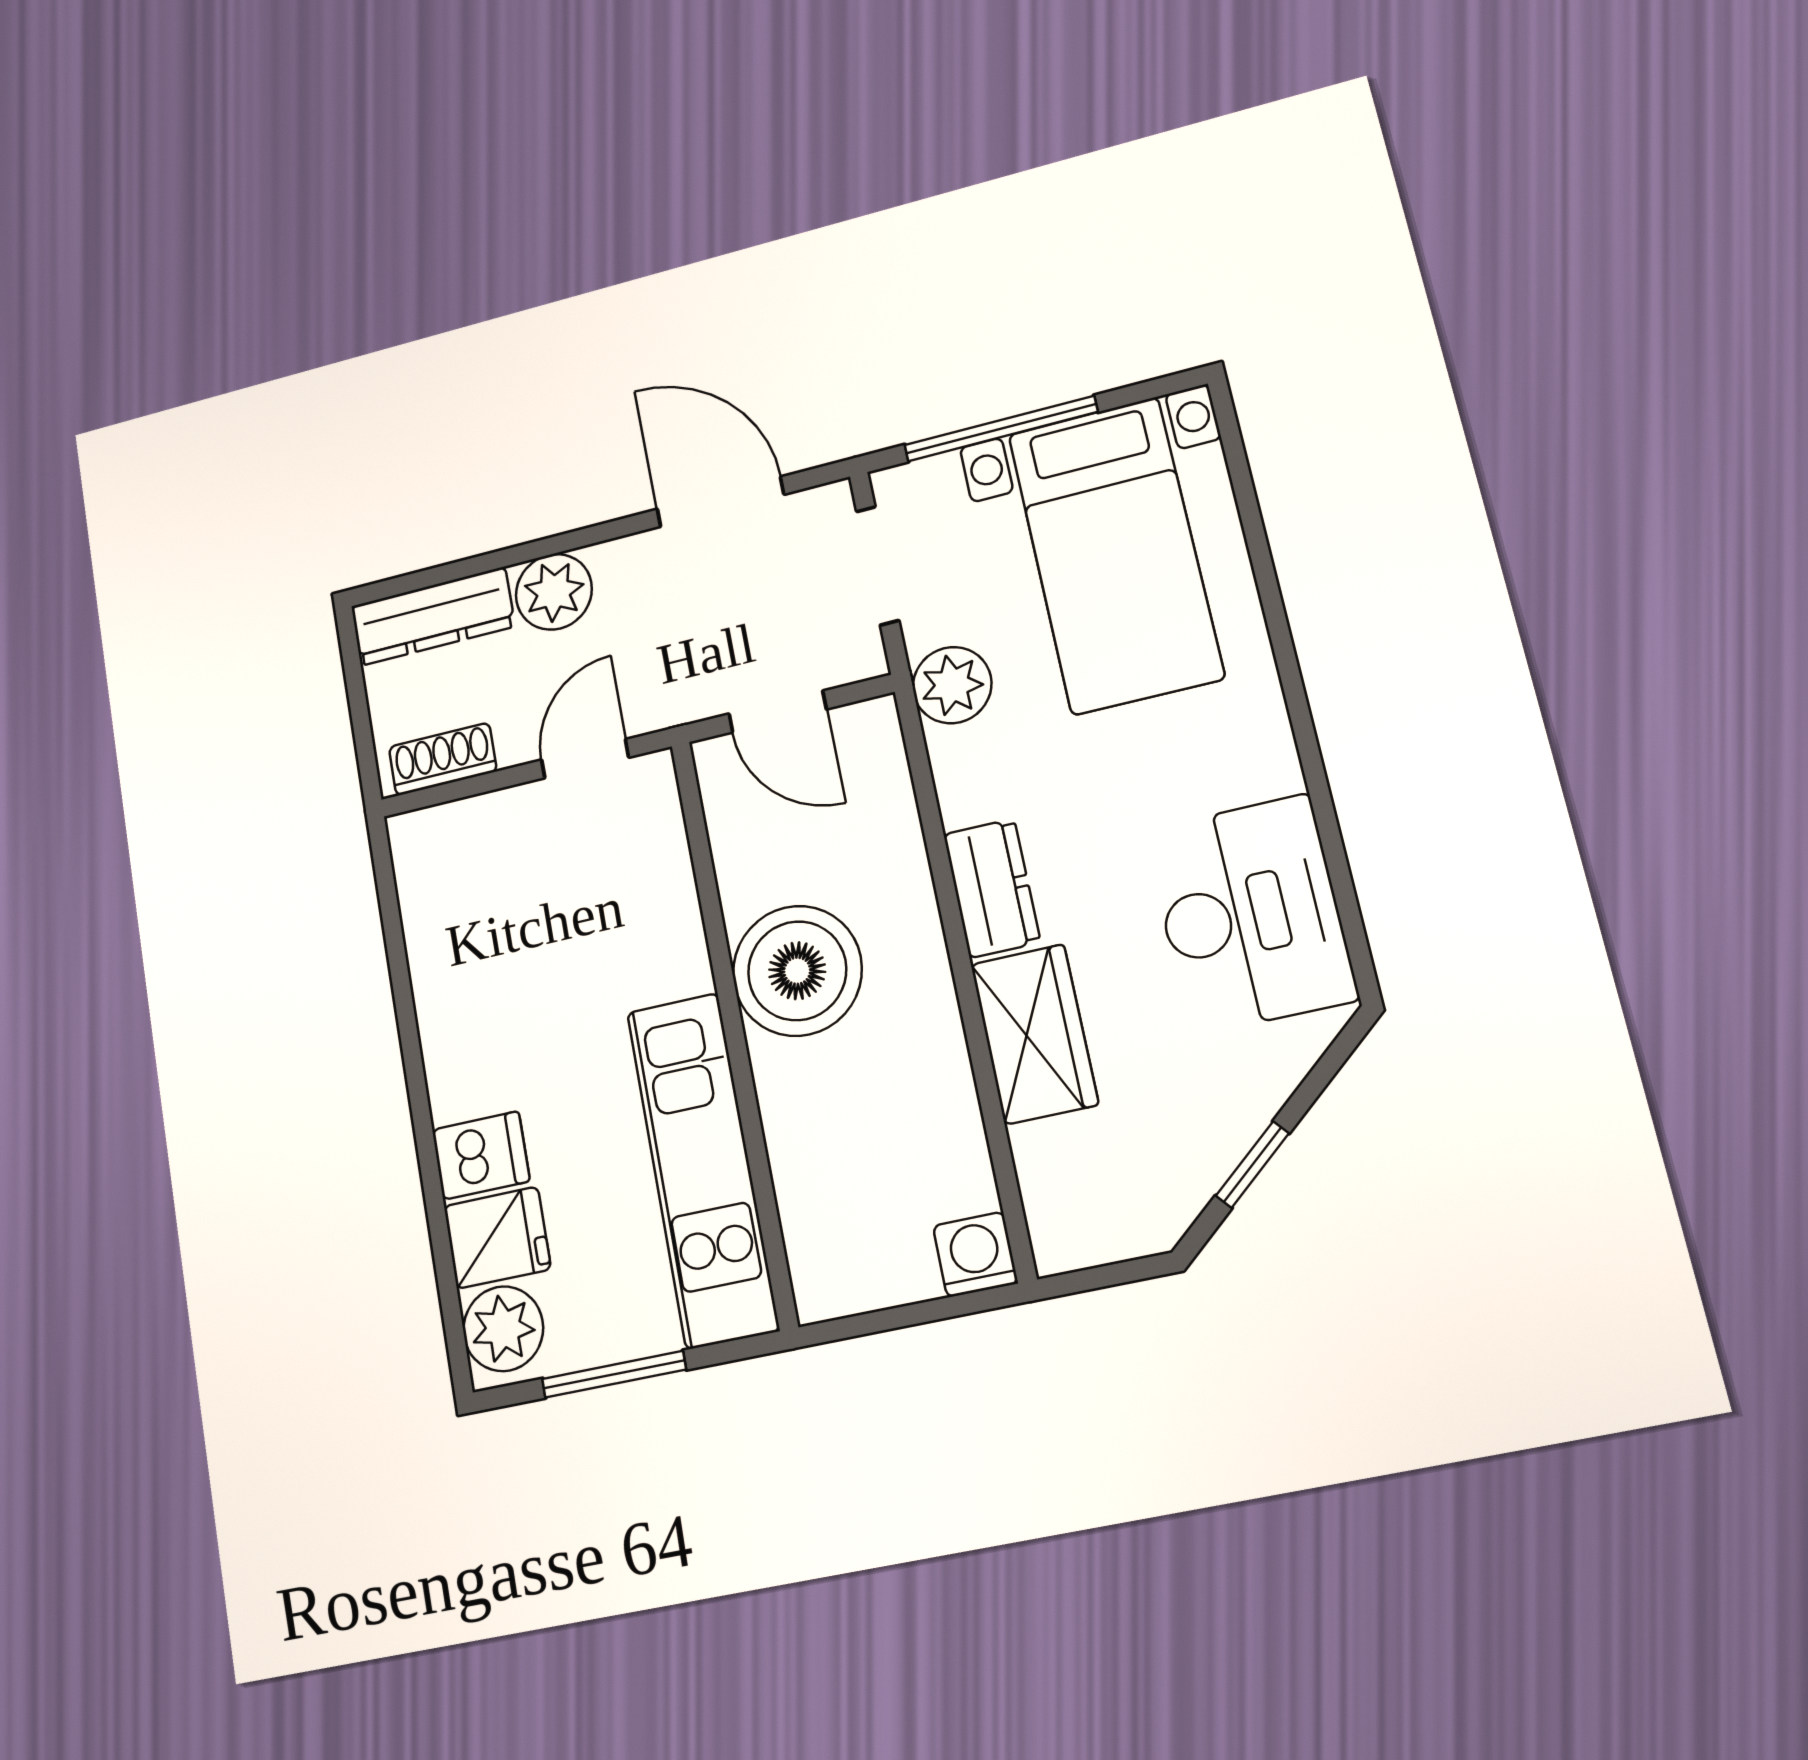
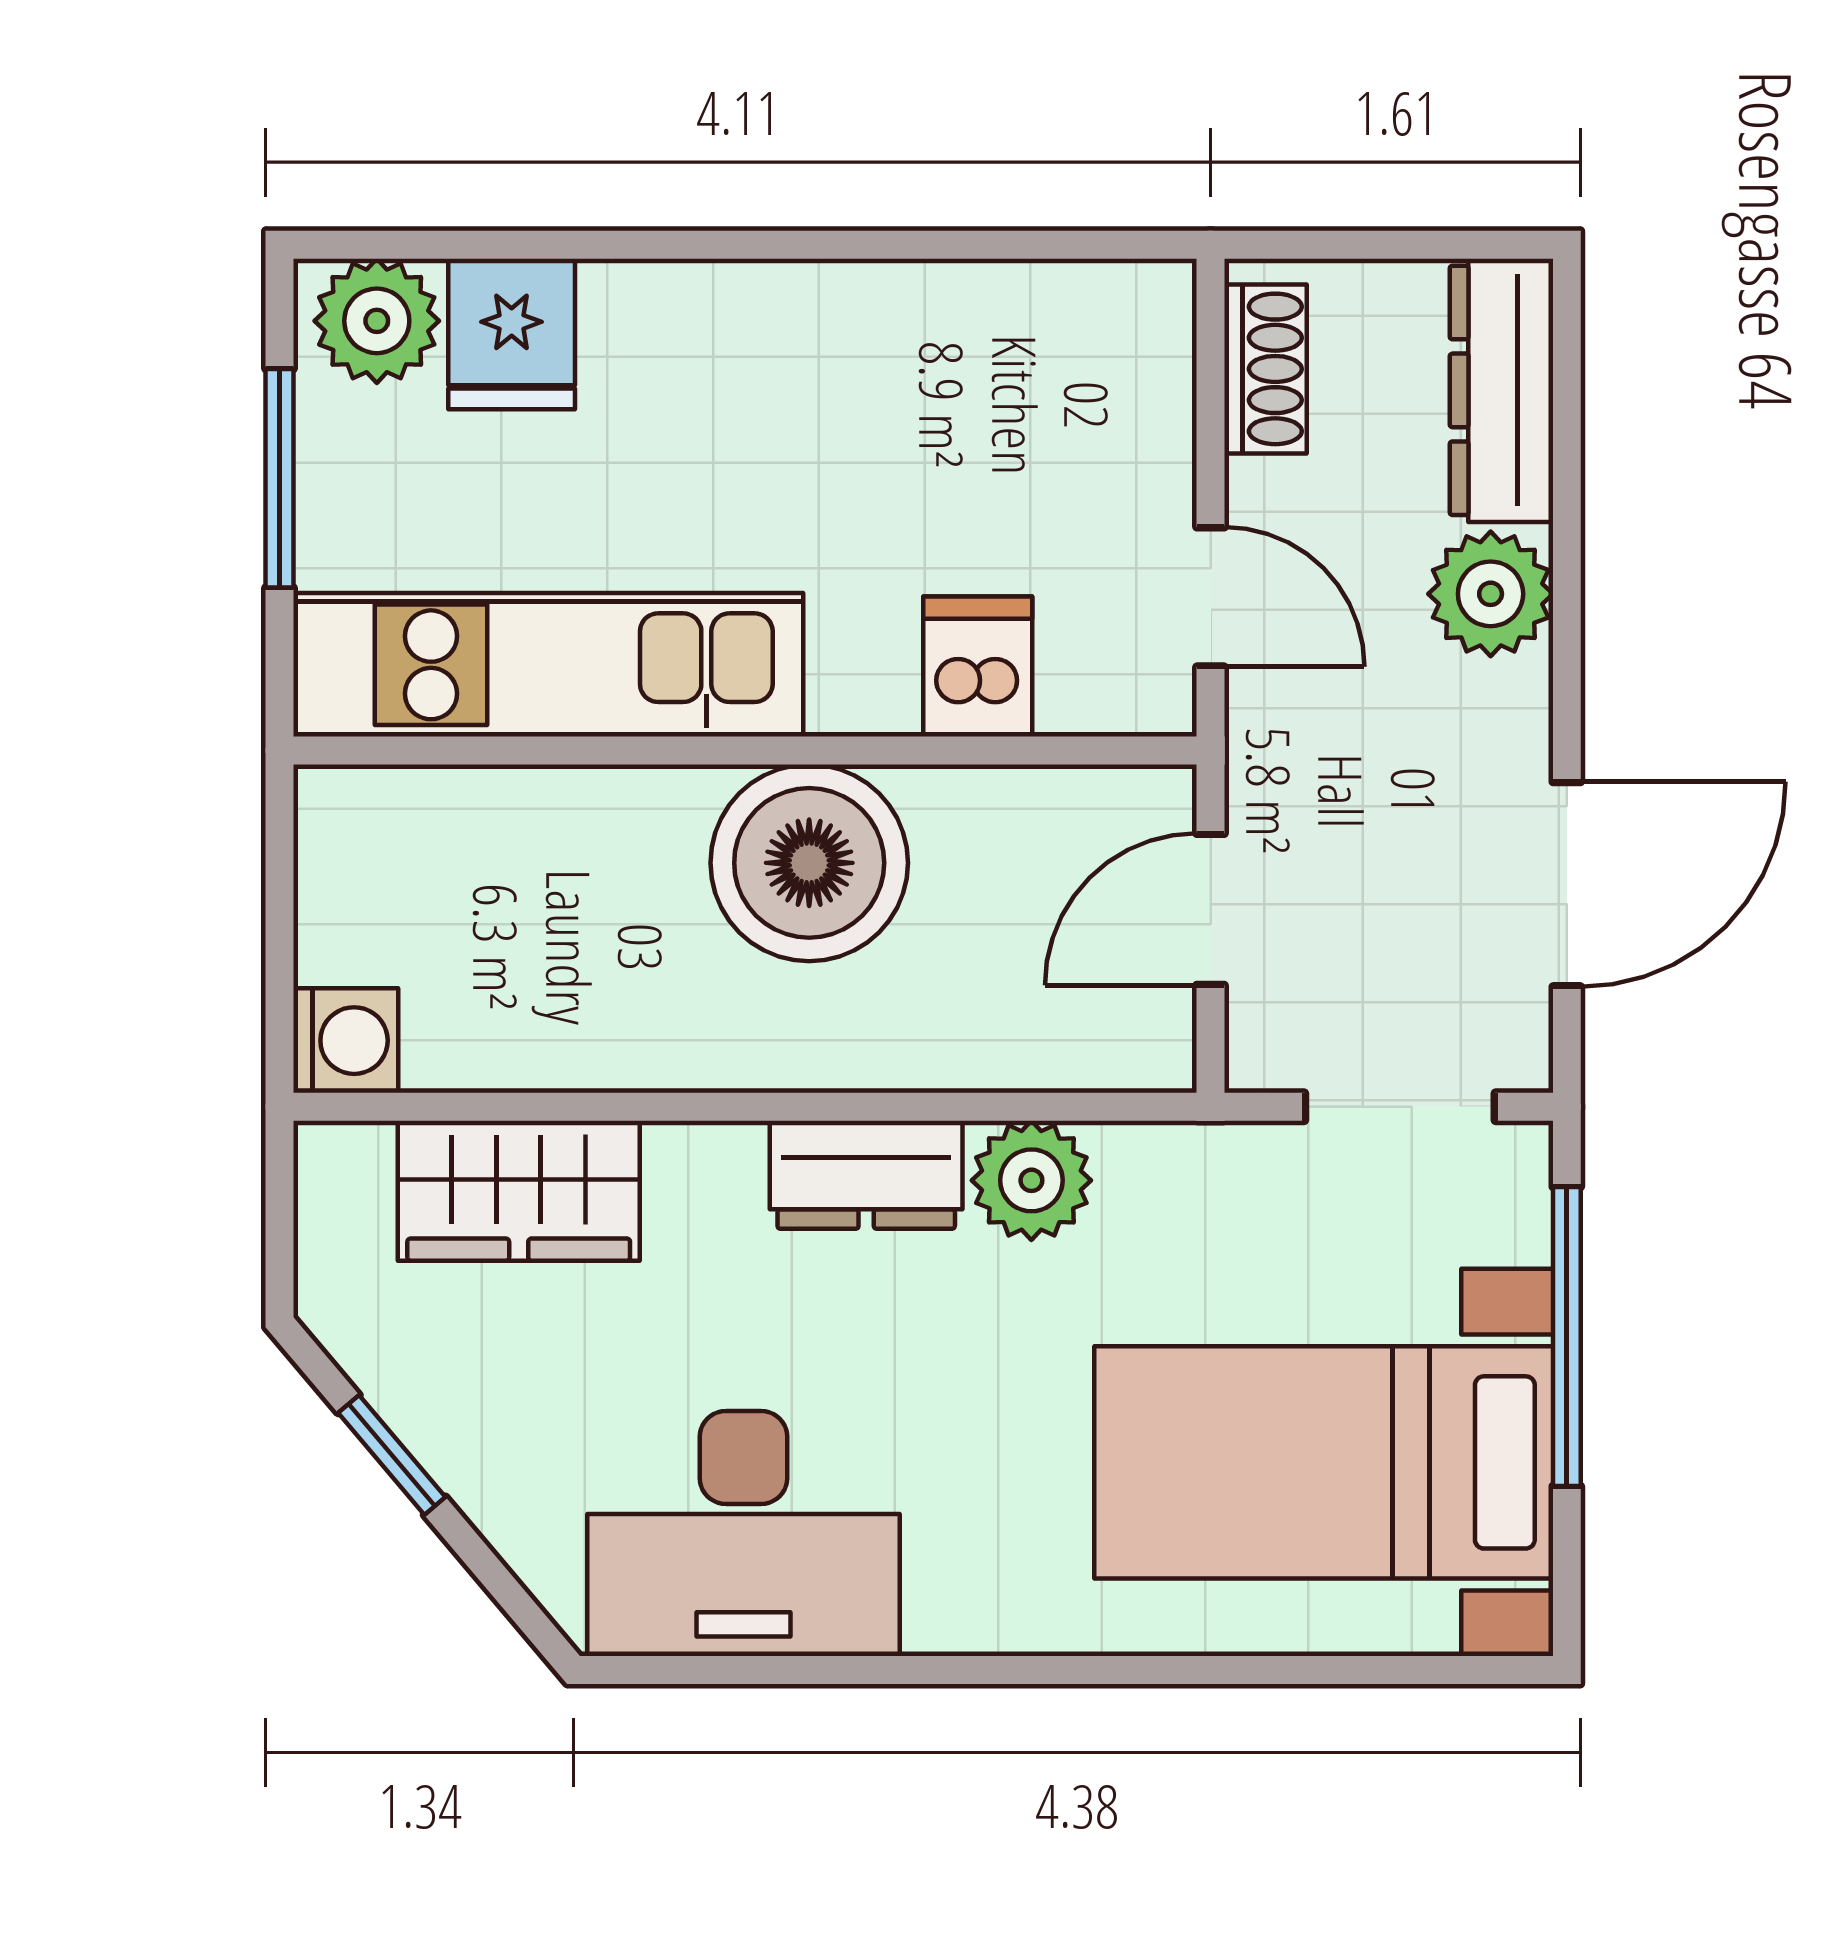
plant: (952, 685) -> (1031, 1180), moved
wardrobe: (1034, 1034) -> (519, 1191), moved
dishwasher: (481, 1155) -> (978, 667), moved, turned 180

